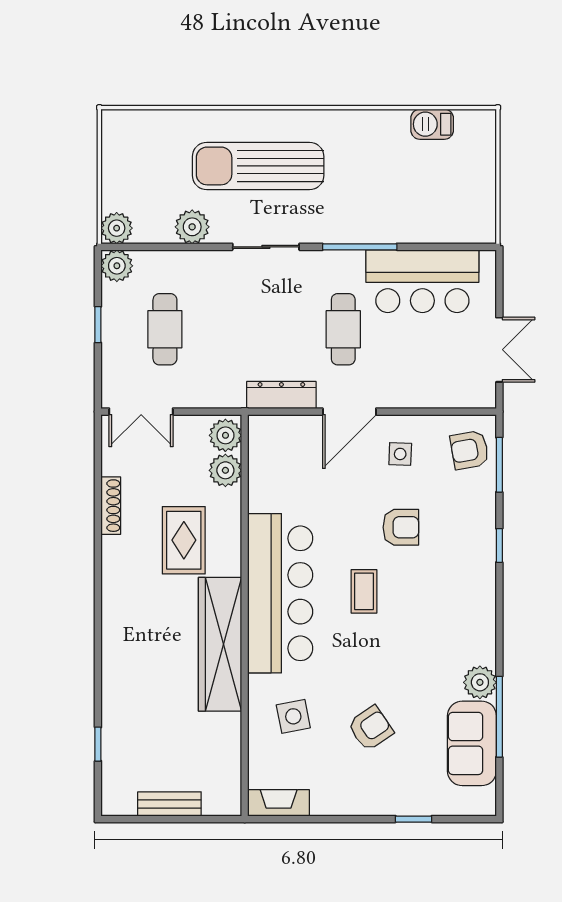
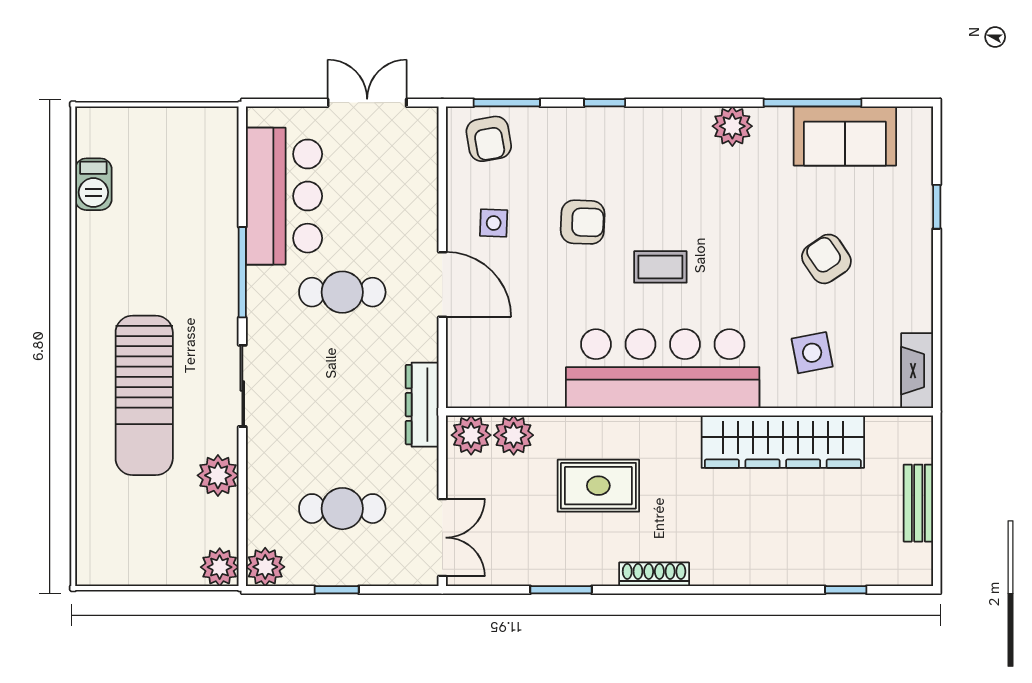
dresser: (281, 395) -> (422, 405), moved
shoe rack: (111, 506) -> (654, 574), moved
window: (98, 510) -> (561, 590), added
armchair: (401, 527) -> (583, 222), turned 92
wardrobe: (220, 644) -> (783, 442), moved
plant: (480, 682) -> (732, 126), moved

